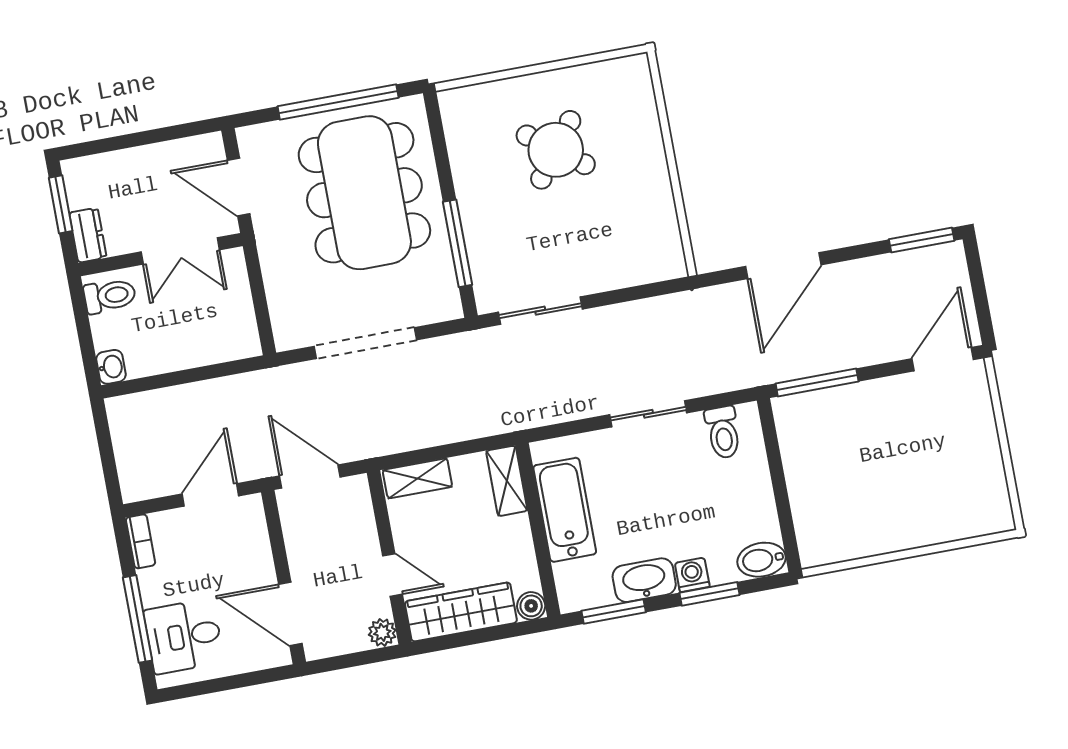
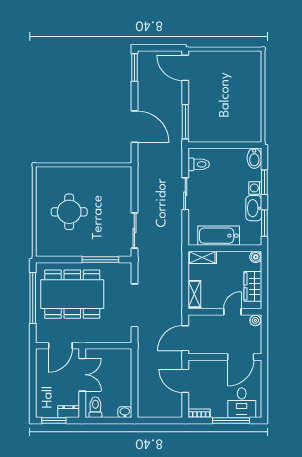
round table: (556, 150) -> (69, 212), turned -37
wardrobe: (461, 612) -> (253, 286), width x0.67

